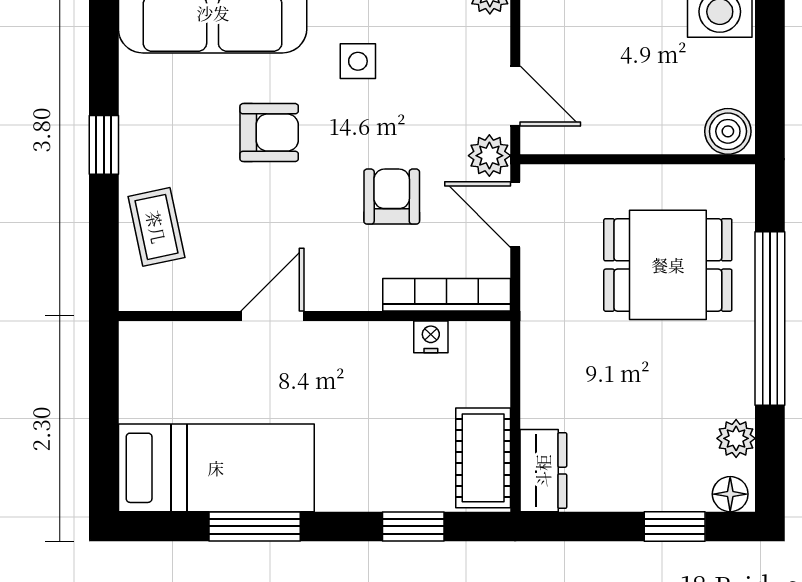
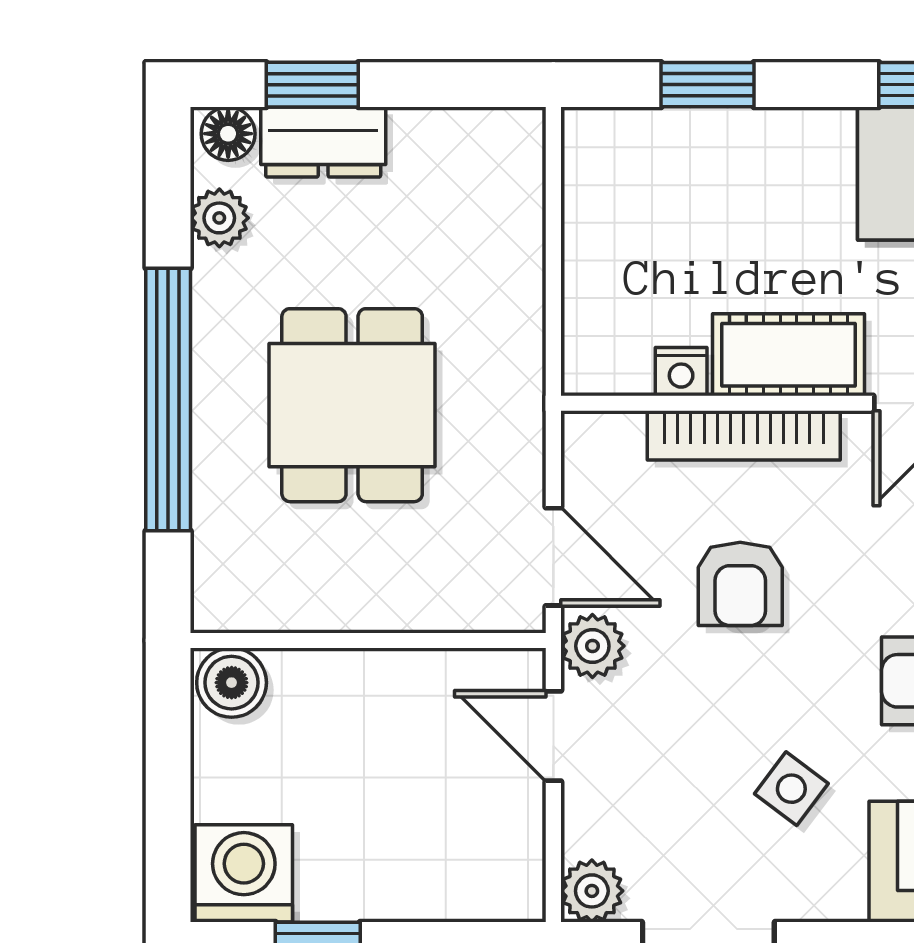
side table: (358, 61) -> (791, 789), turned 37
dining table: (668, 265) -> (352, 405), moved, turned 90
bookcase: (447, 295) -> (744, 435), moved
cot: (483, 458) -> (788, 355), moved, turned 90
dresser: (543, 471) -> (323, 142), moved, turned -90

